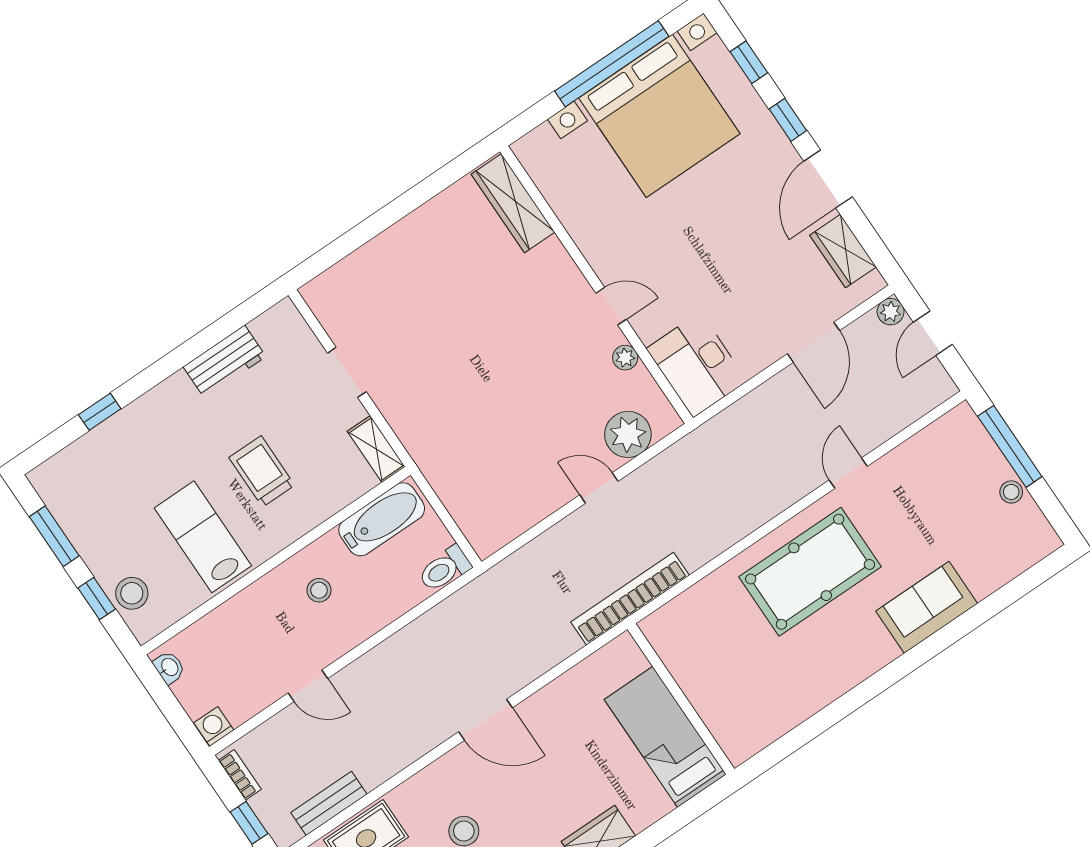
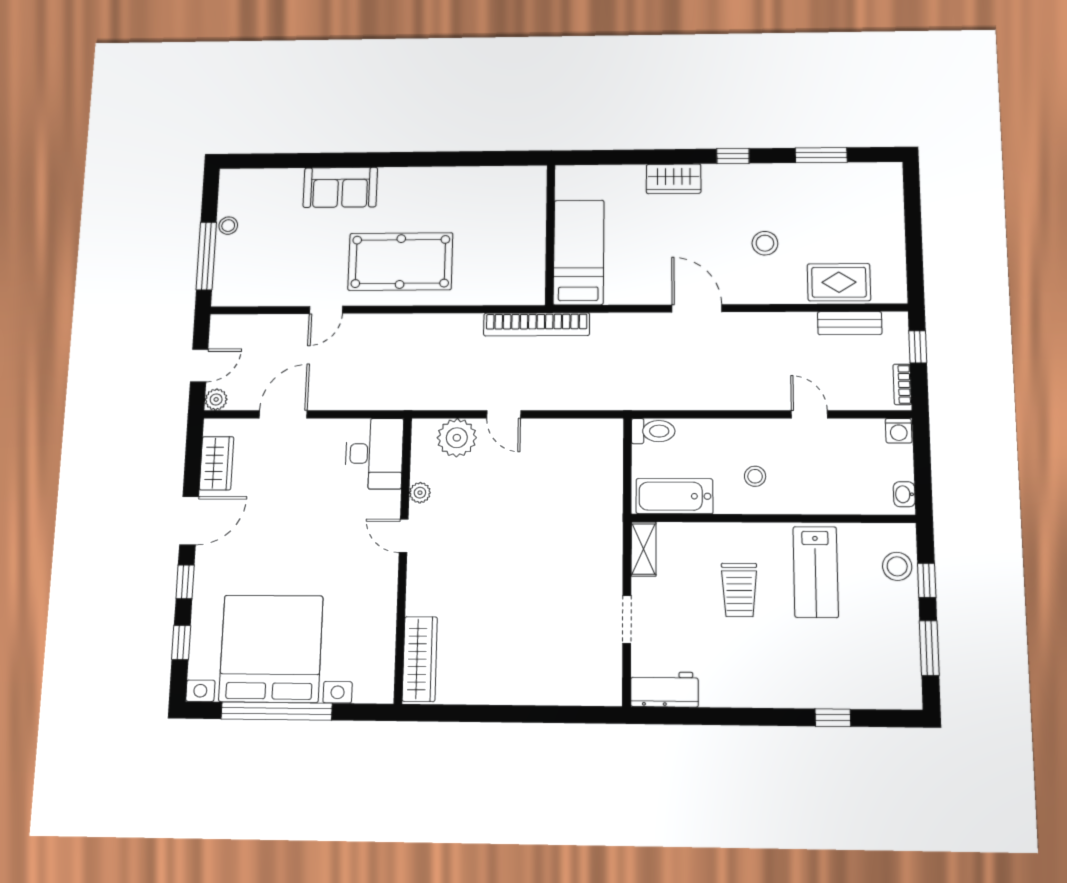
workbench: (225, 362) -> (664, 689), moved
bed: (665, 737) -> (579, 252), moved, turned 180

